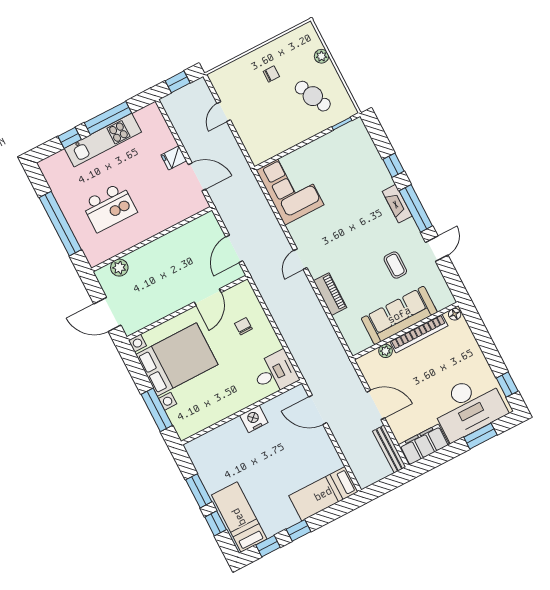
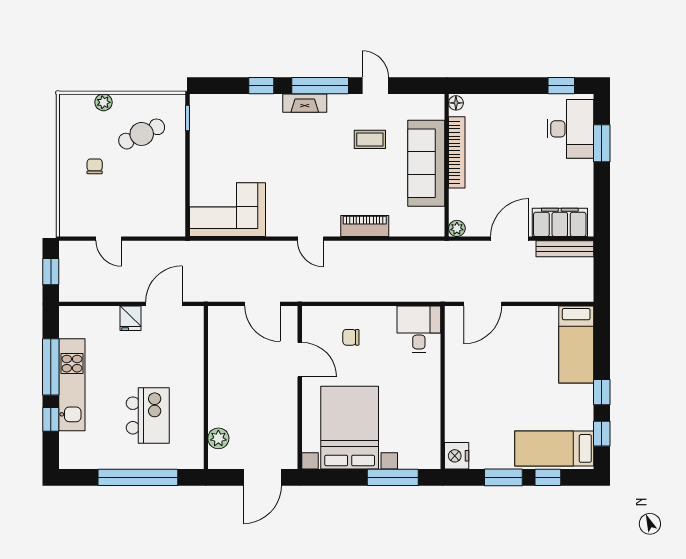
plant: (386, 351) -> (457, 228), moved
desk: (468, 407) -> (570, 129), width x0.73, depth x0.77
nightstand: (254, 419) -> (457, 456), moved
filing cabinet: (424, 445) -> (560, 222), moved, turned 90

